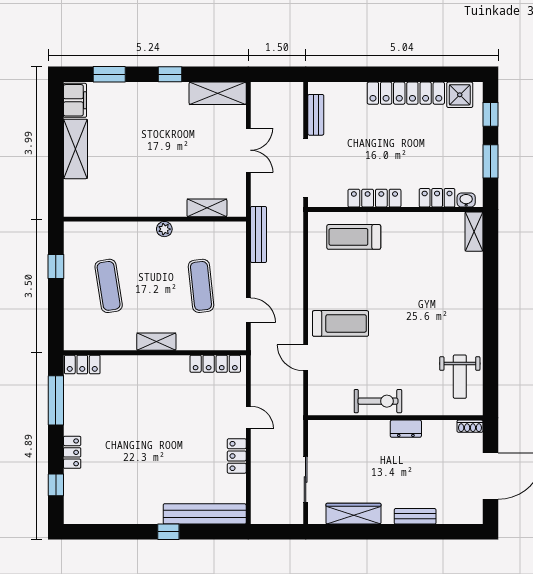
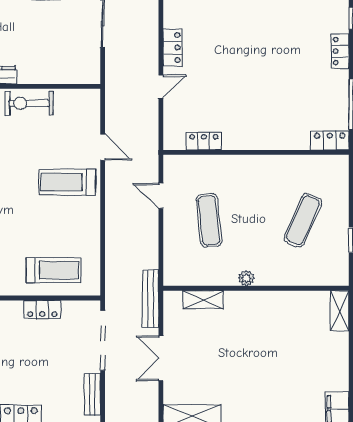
shelving: (75, 149) -> (340, 311), moved, width x0.67, depth x0.75
locker: (374, 198) -> (42, 310), width x0.66
bench: (259, 235) -> (151, 299), moved
exercise mat: (109, 286) -> (303, 220), turned 33
shelving: (156, 342) -> (254, 164), removed
locker: (215, 364) -> (204, 141), width x0.66
door: (248, 417) -> (161, 87), swing flipped

